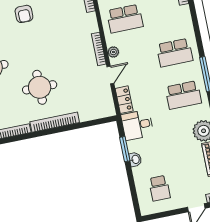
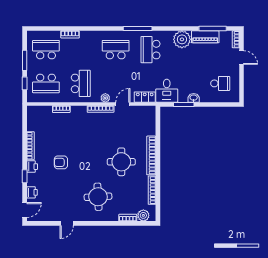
armchair: (24, 14) -> (61, 162), turned 180
school desk: (175, 53) -> (116, 50), turned -90
door: (110, 75) -> (123, 104), hinge flipped
school desk: (183, 95) -> (150, 50), turned 180

